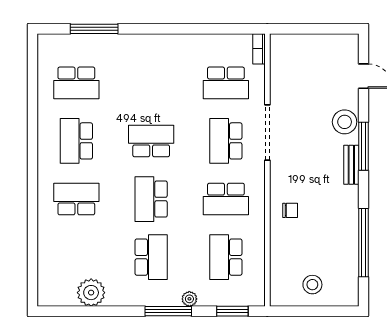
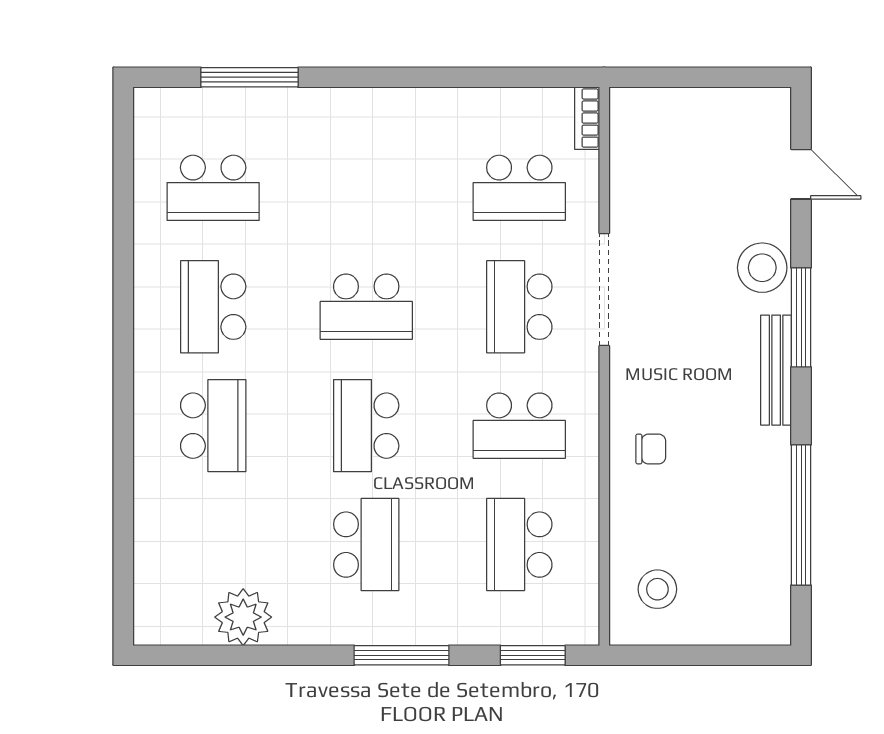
school desk: (151, 141) -> (366, 307), turned 180
bench: (351, 165) -> (776, 370), width x1.36
school desk: (76, 199) -> (213, 426), turned 90
stool: (312, 285) -> (657, 589), moved
plant: (189, 299) -> (445, 630), removed

